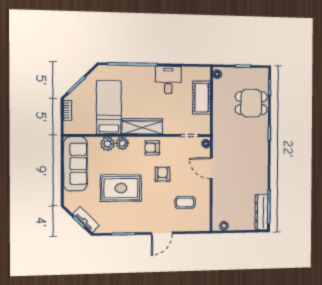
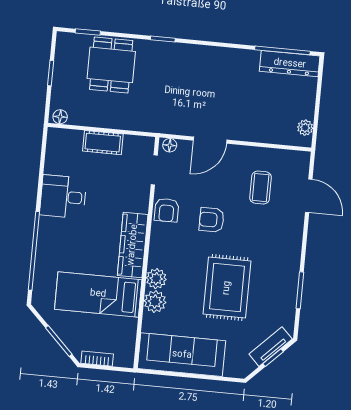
cot: (202, 98) -> (103, 143), width x0.73, depth x0.75
armchair: (152, 148) -> (167, 210), moved
door: (162, 233) -> (309, 196), moved

